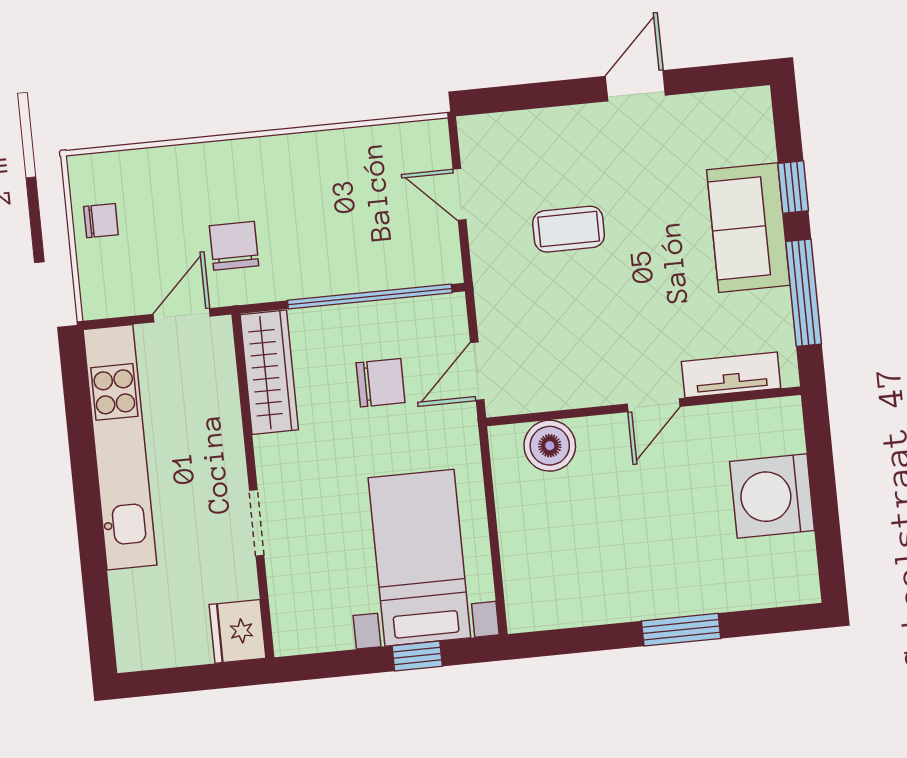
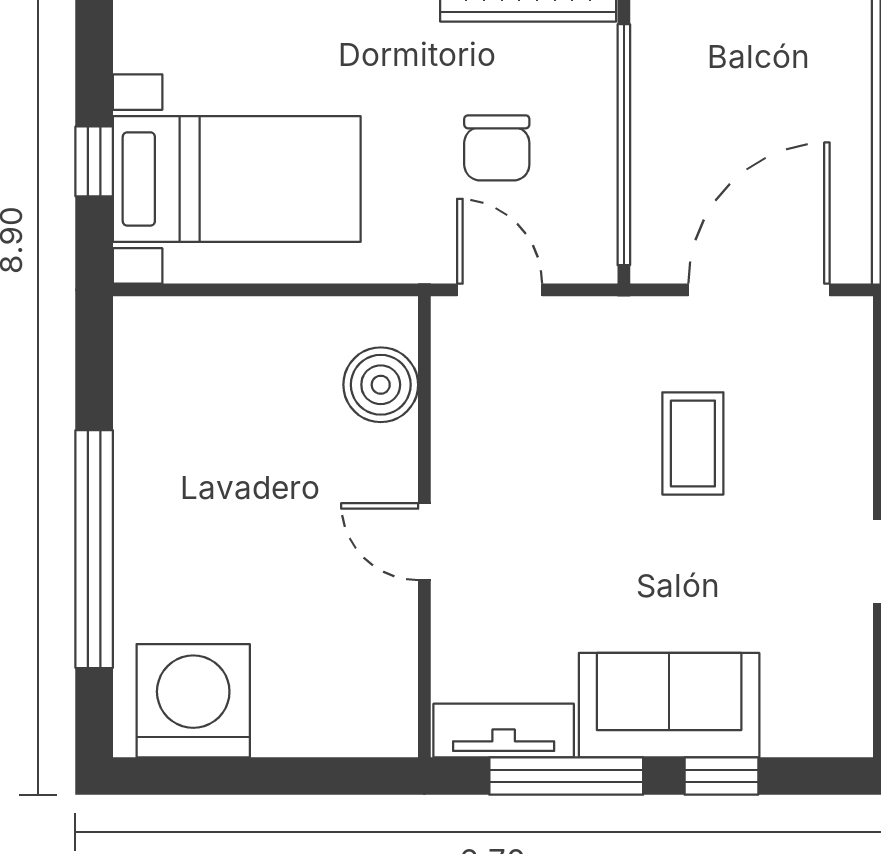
door: (460, 194) -> (759, 290), width x1.88
tv unit: (731, 375) -> (504, 731), moved, turned -90
washing machine: (772, 496) -> (193, 701), moved
window: (681, 630) -> (94, 549), width x2.11

